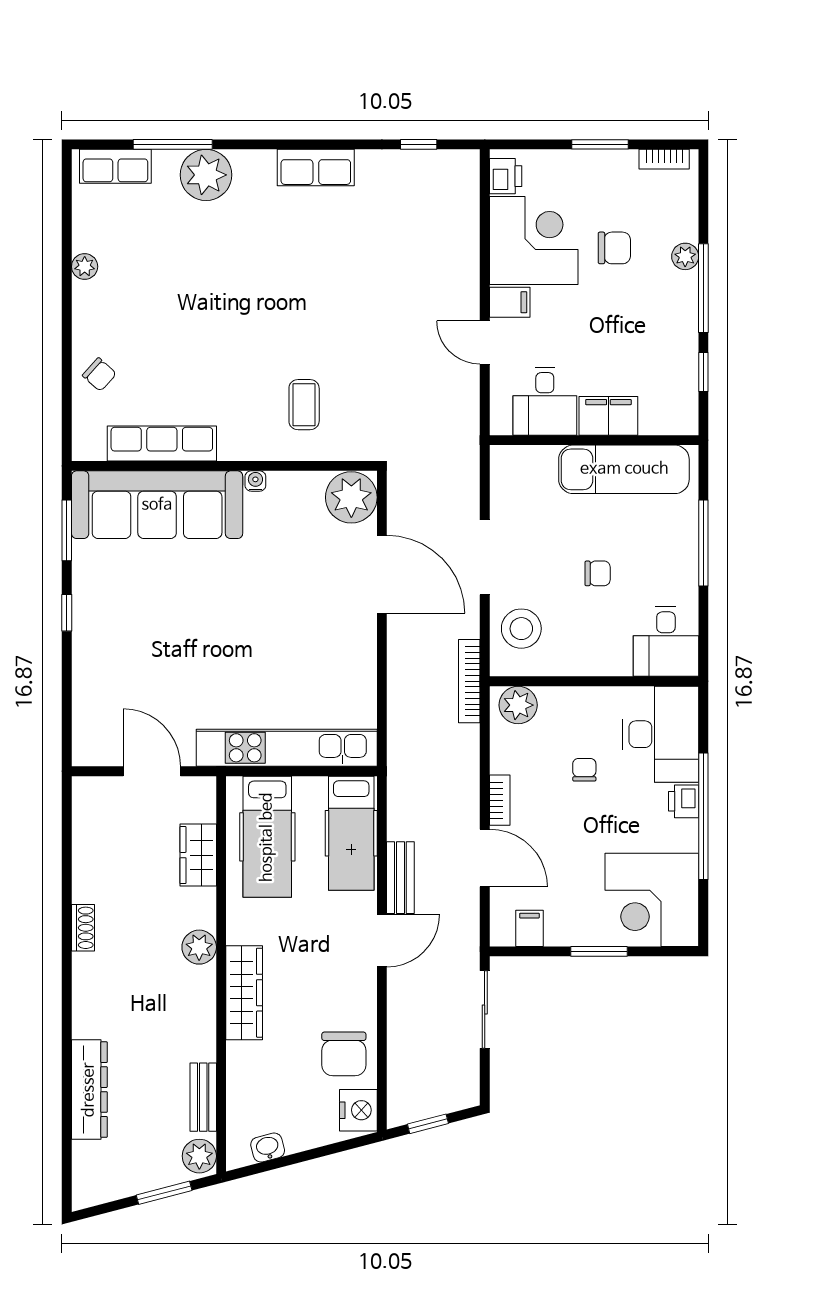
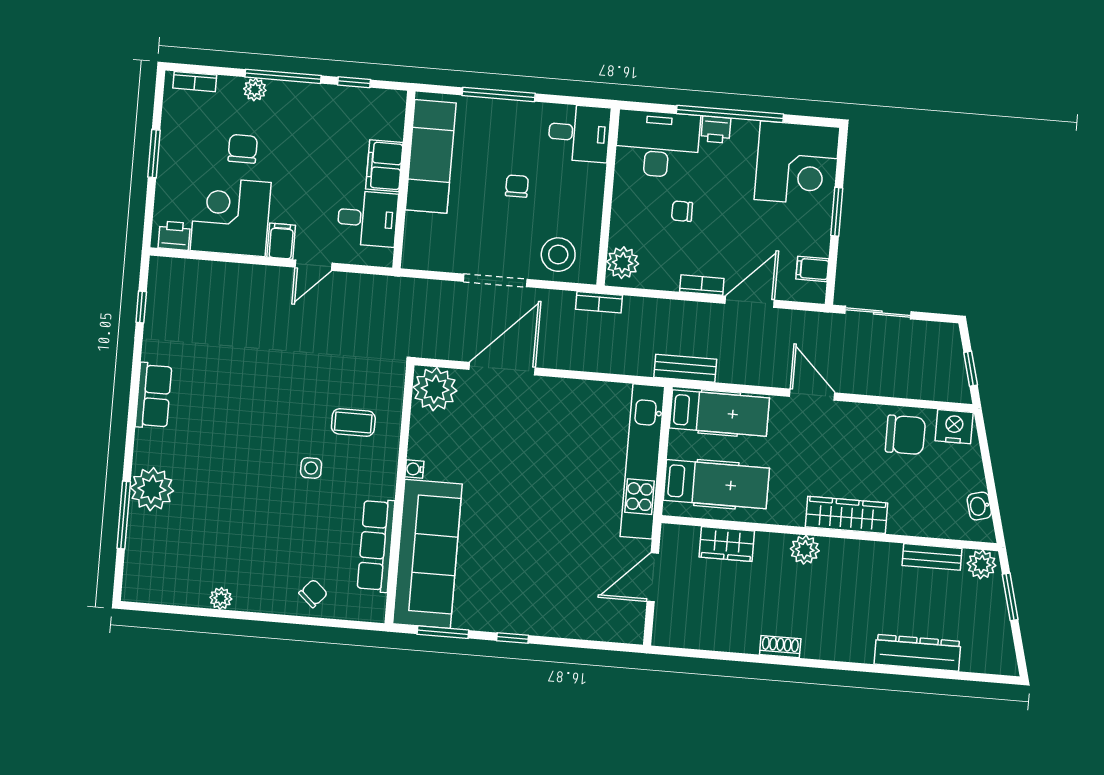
bookcase: (664, 159) -> (195, 82), moved, turned 90
row of seats: (115, 166) -> (138, 565), removed
side table: (246, 360) -> (311, 468), added
bookcase: (469, 681) -> (599, 302), width x0.64
bench: (400, 878) -> (685, 368), moved

